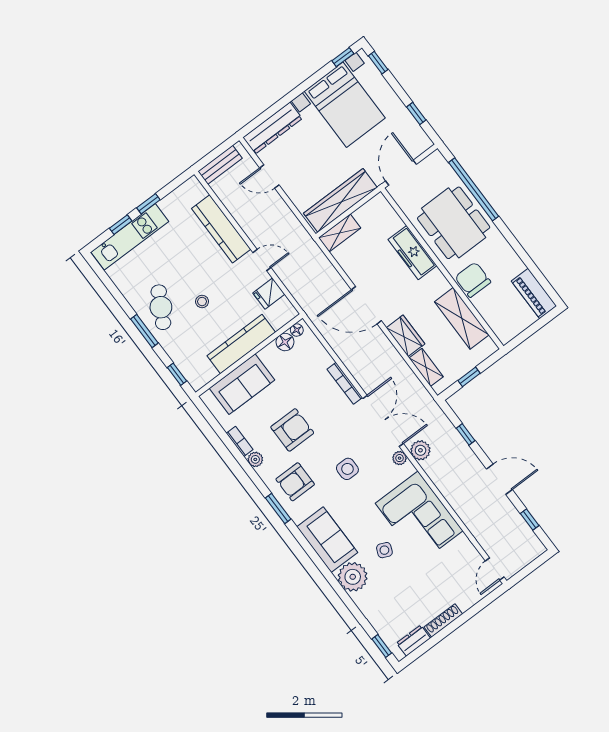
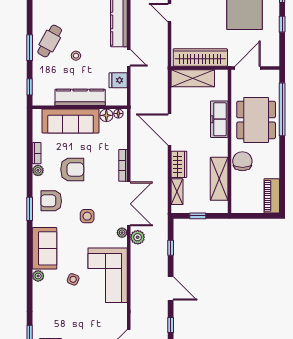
window: (416, 113) -> (282, 24), moved
shelving: (340, 233) -> (193, 78), width x1.50, depth x1.33
sofa: (242, 384) -> (71, 121), width x1.36
plant: (353, 577) -> (38, 276), width x0.53, depth x0.53

